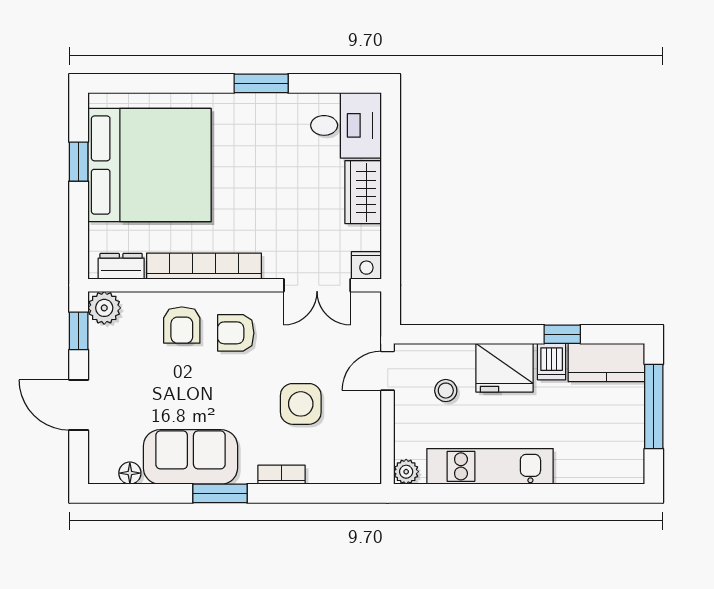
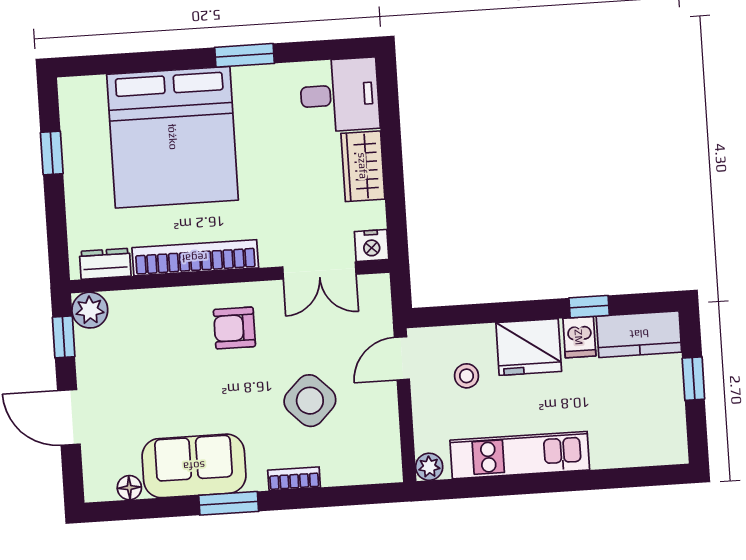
bed: (149, 165) -> (173, 137), moved, turned 90
armchair: (182, 325) -> (175, 323), removed
side table: (301, 404) -> (310, 401), turned 45
window: (654, 407) -> (693, 379), width x0.46

